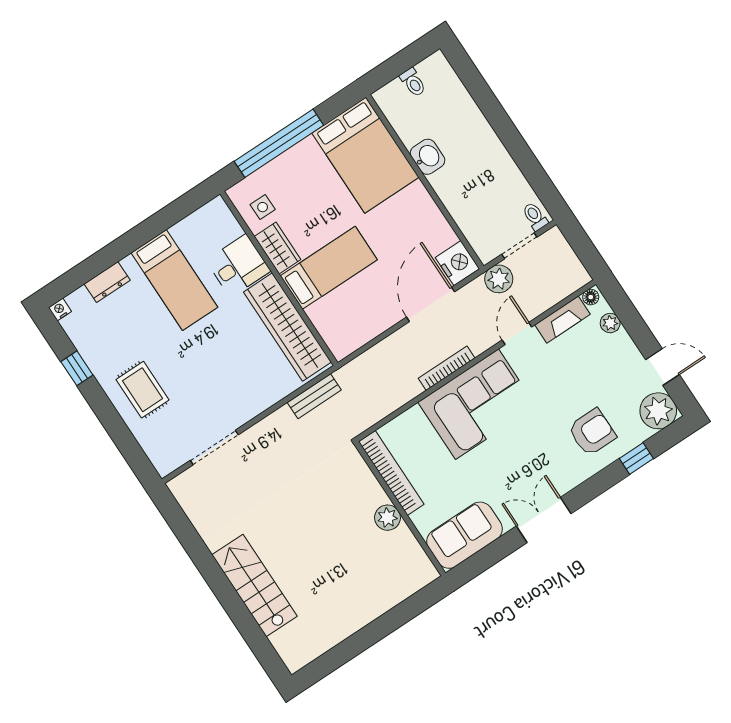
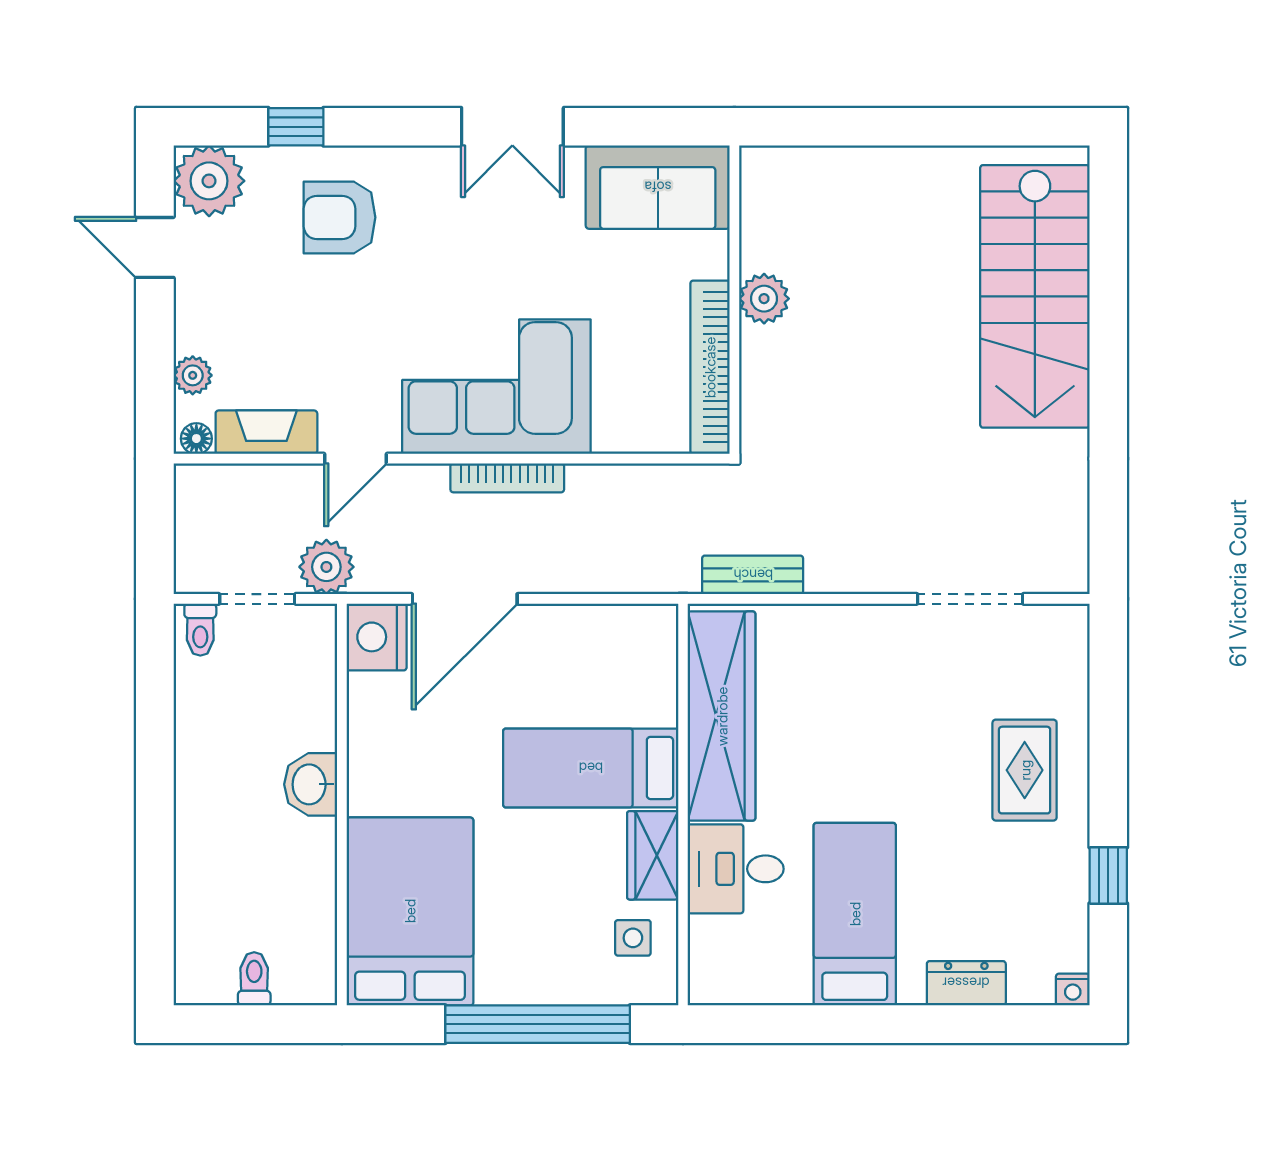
washbasin: (428, 157) -> (311, 784), moved
stairs: (254, 585) -> (1035, 296), width x1.36, depth x1.51

